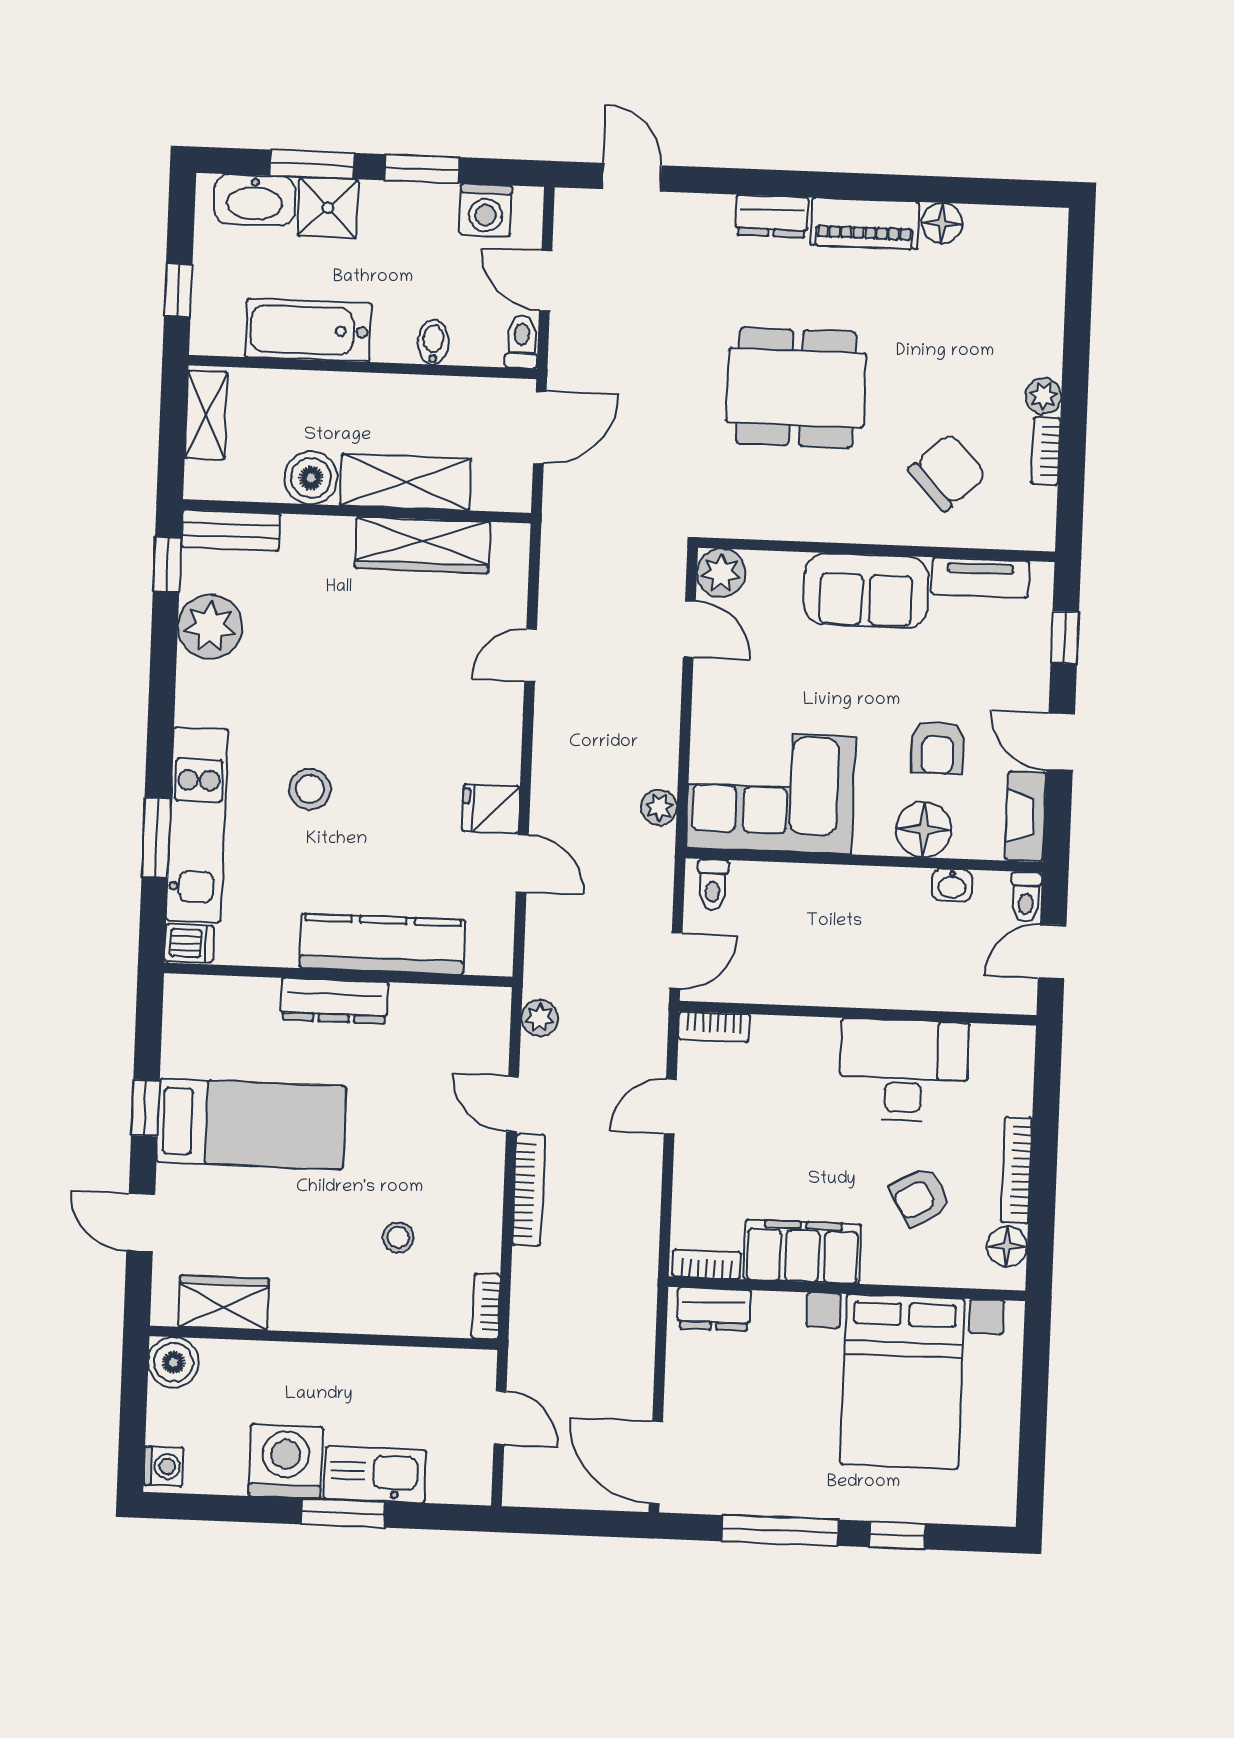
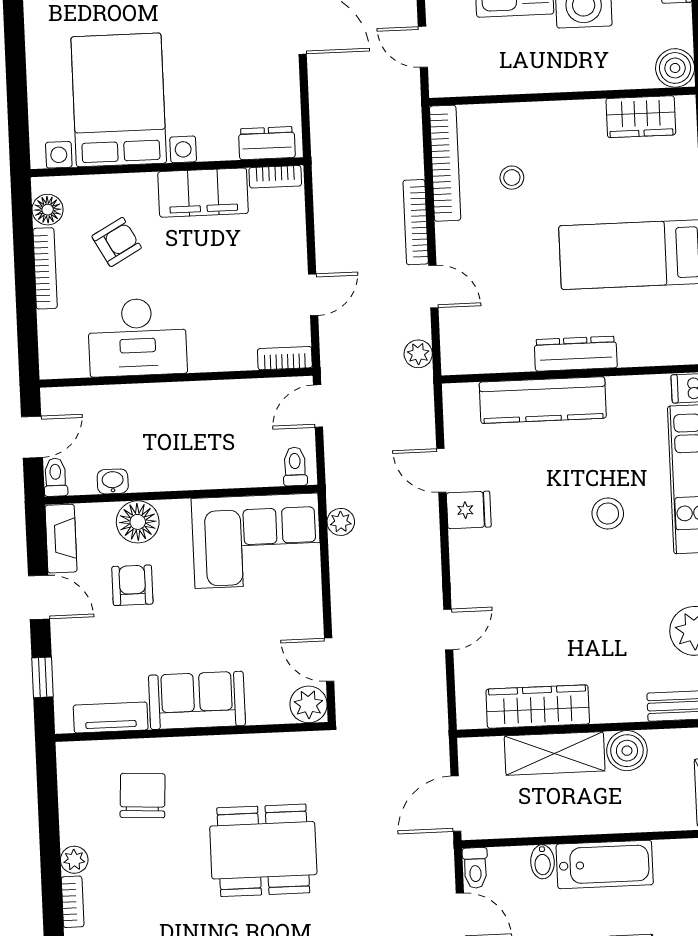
bathtub: (308, 330) -> (605, 864), moved
bookcase: (1046, 451) -> (73, 902), moved
chair: (947, 472) -> (143, 796), turned 136
bookcase: (486, 1306) -> (445, 163), width x2.31, depth x1.31

